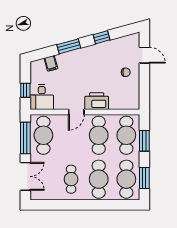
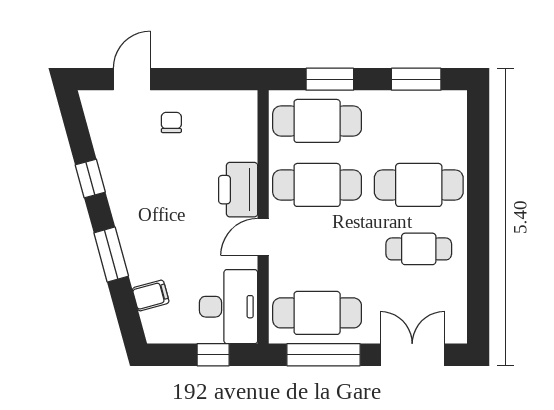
desk: (42, 97) -> (229, 307), width x1.37
door: (76, 112) -> (263, 237), swing flipped
cafe table: (126, 179) -> (419, 121), removed

